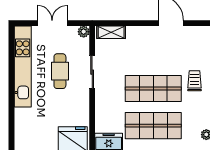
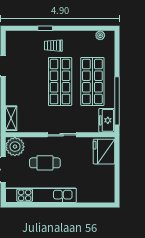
plant: (84, 32) -> (15, 147), width x1.88, depth x1.88
sliding door: (92, 72) -> (62, 135), moved

